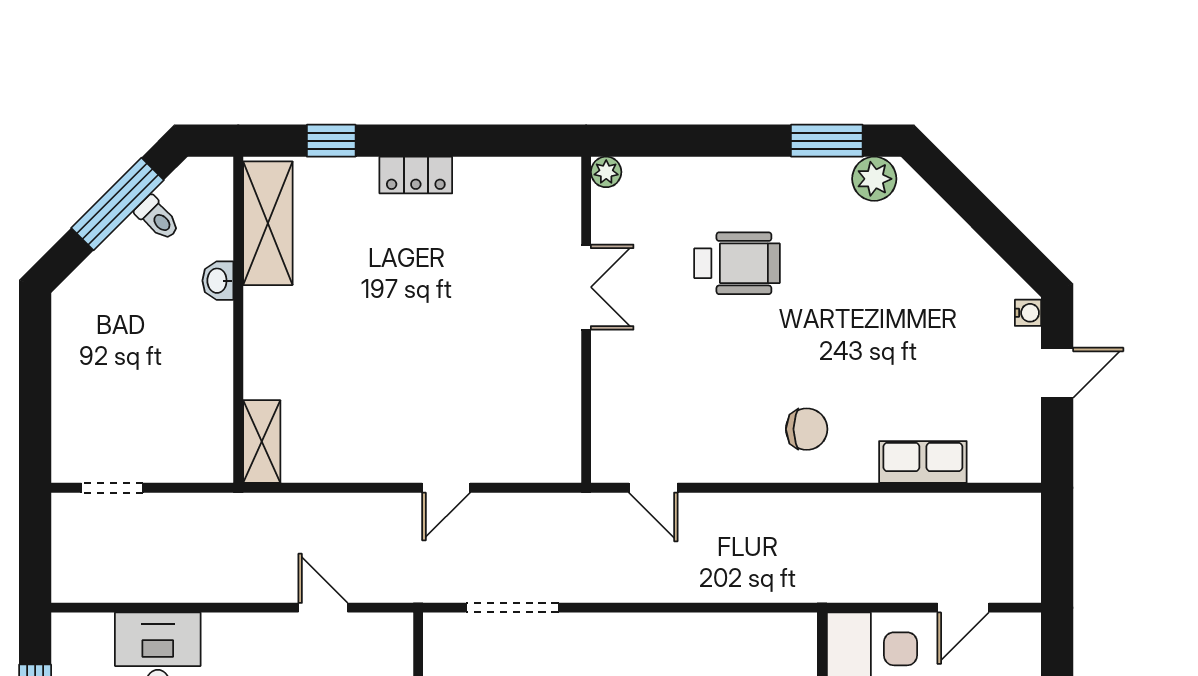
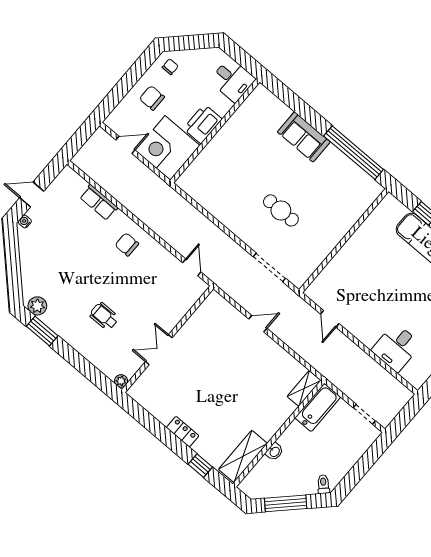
toilet: (158, 218) -> (323, 484), moved
wheelchair: (737, 263) -> (104, 316), width x0.73, depth x0.73
bathtub: (208, 428) -> (318, 407), added

